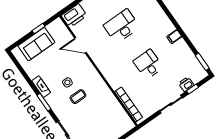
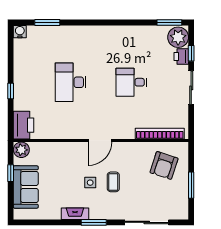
plant: (58, 25) -> (21, 150), added
filing cabinet: (174, 37) -> (121, 33), removed
door: (81, 45) -> (100, 141), moved
plant: (197, 74) -> (178, 37), added
armchair: (110, 121) -> (164, 165), added

